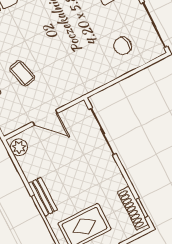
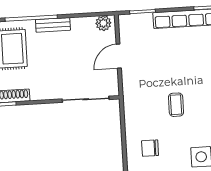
chair: (123, 46) -> (150, 148), turned -80
coffee table: (22, 73) -> (176, 105), moved, turned -76

